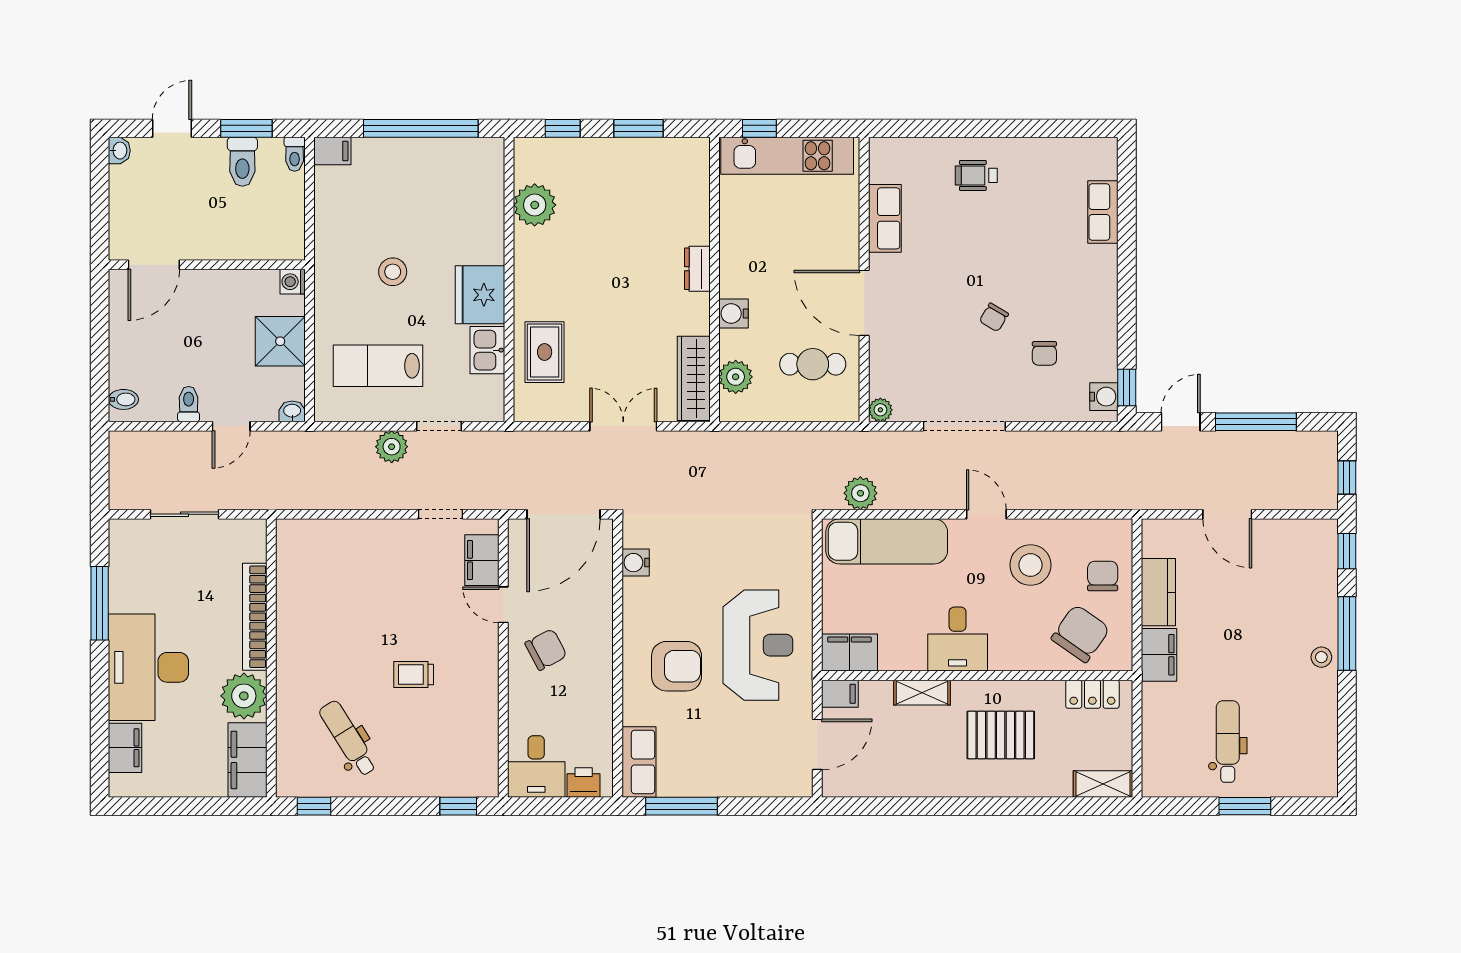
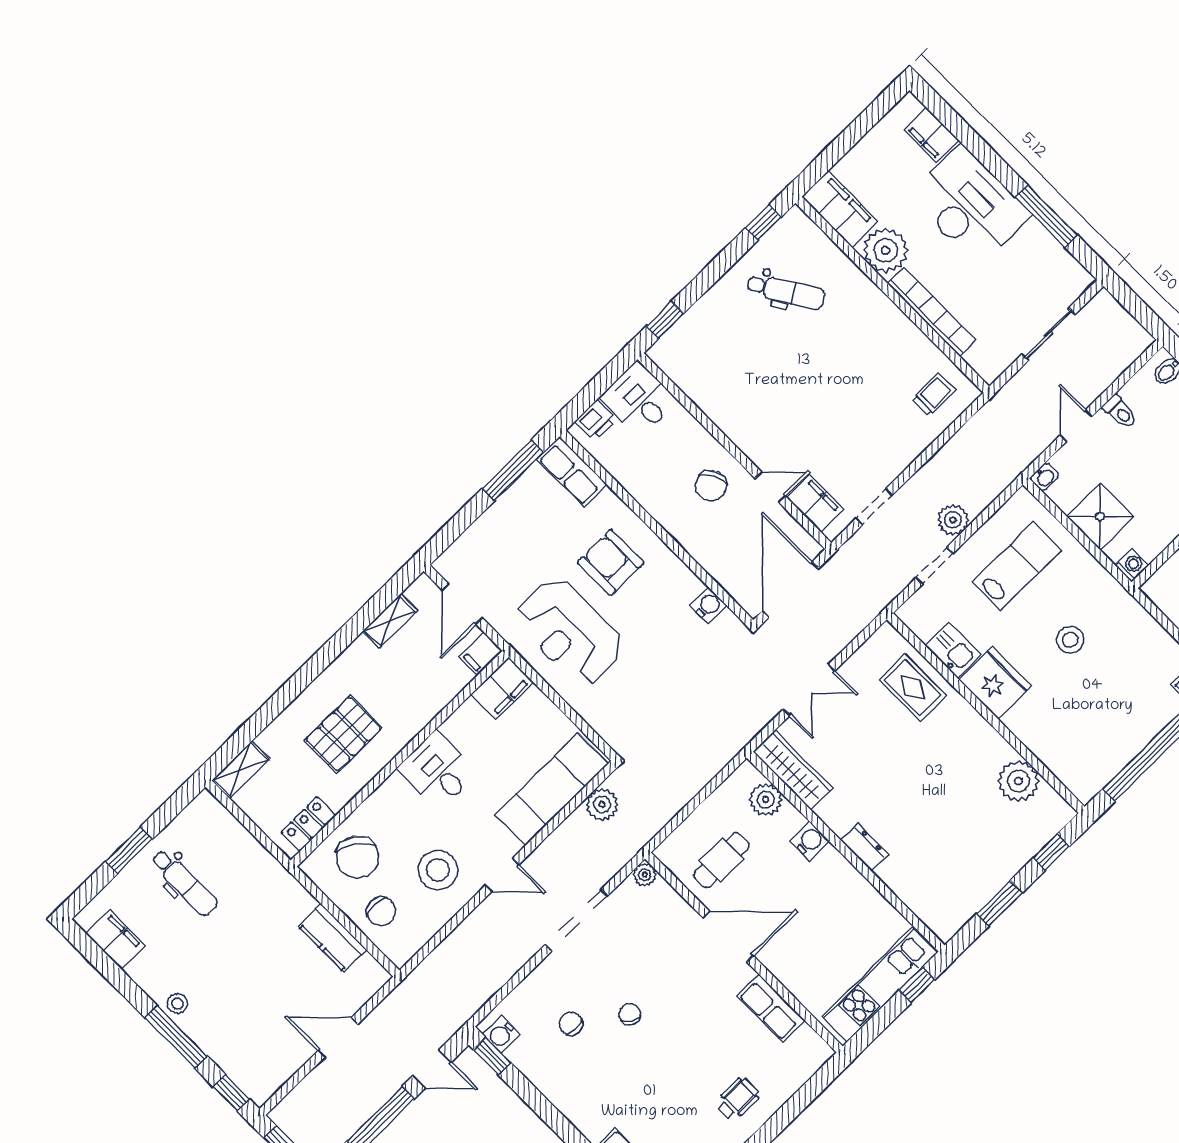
door: (1181, 422) -> (432, 1069), hinge flipped
filing cabinet: (1159, 655) -> (115, 939), moved, turned 180
armchair: (677, 666) -> (611, 562), turned 90
trolley: (414, 675) -> (934, 394), moved
shelving: (922, 693) -> (390, 621), moved

